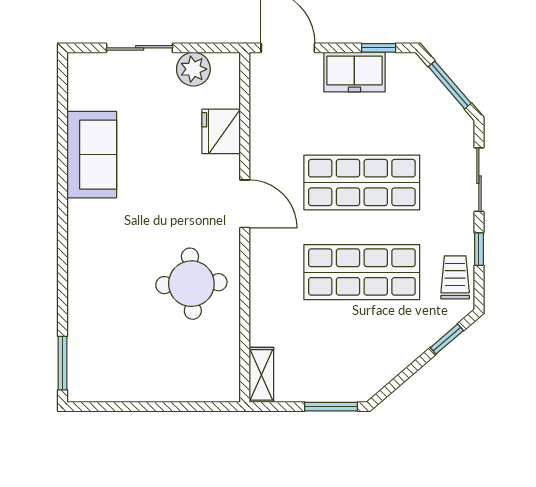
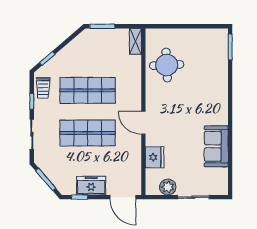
round table: (191, 284) -> (167, 65), moved

